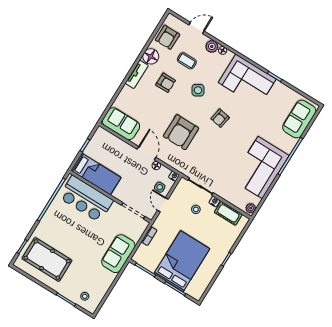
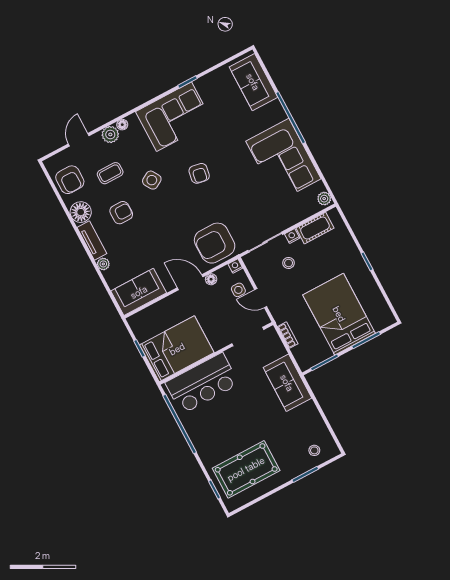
plant: (126, 90) -> (103, 264), added
armchair: (181, 132) -> (215, 243), moved, turned 90
bed: (96, 174) -> (177, 349), width x1.50

